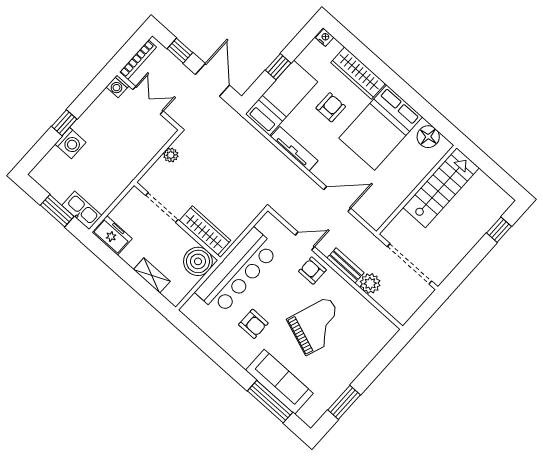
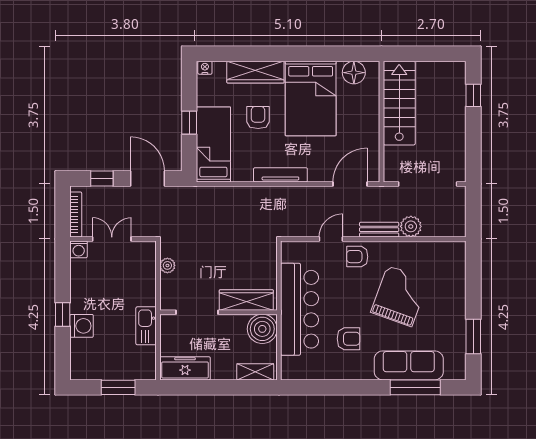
tv unit: (294, 149) -> (280, 175), moved
door: (337, 199) -> (350, 184), moved
kitchen sink: (82, 210) -> (146, 326), moved, turned -90
freezer: (112, 235) -> (185, 368), width x1.40
shelving: (152, 275) -> (255, 372), moved

